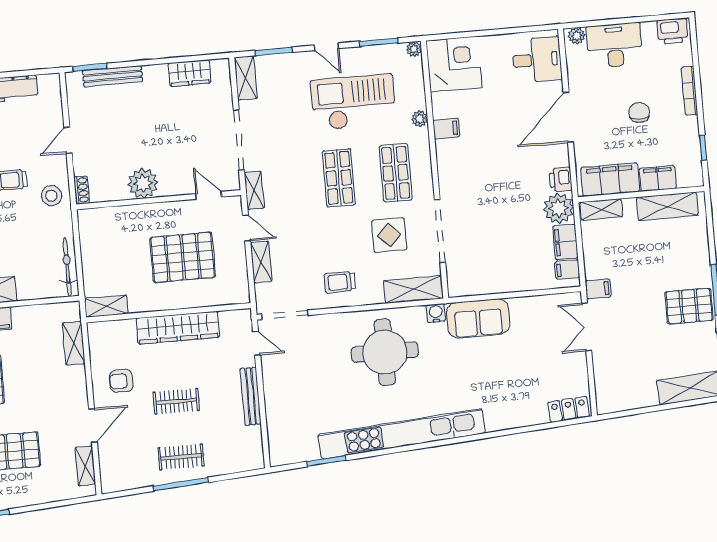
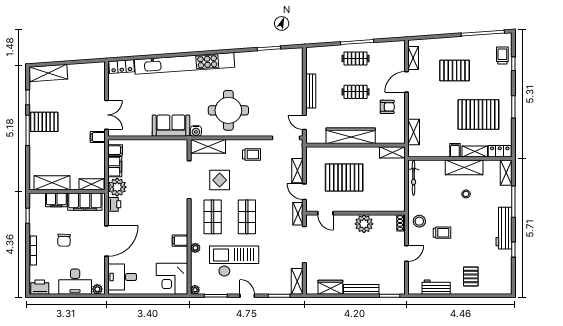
bench: (113, 76) -> (361, 289), moved
checkout: (353, 102) -> (234, 261), turned 180
kitchen unit: (402, 434) -> (184, 63), moved

